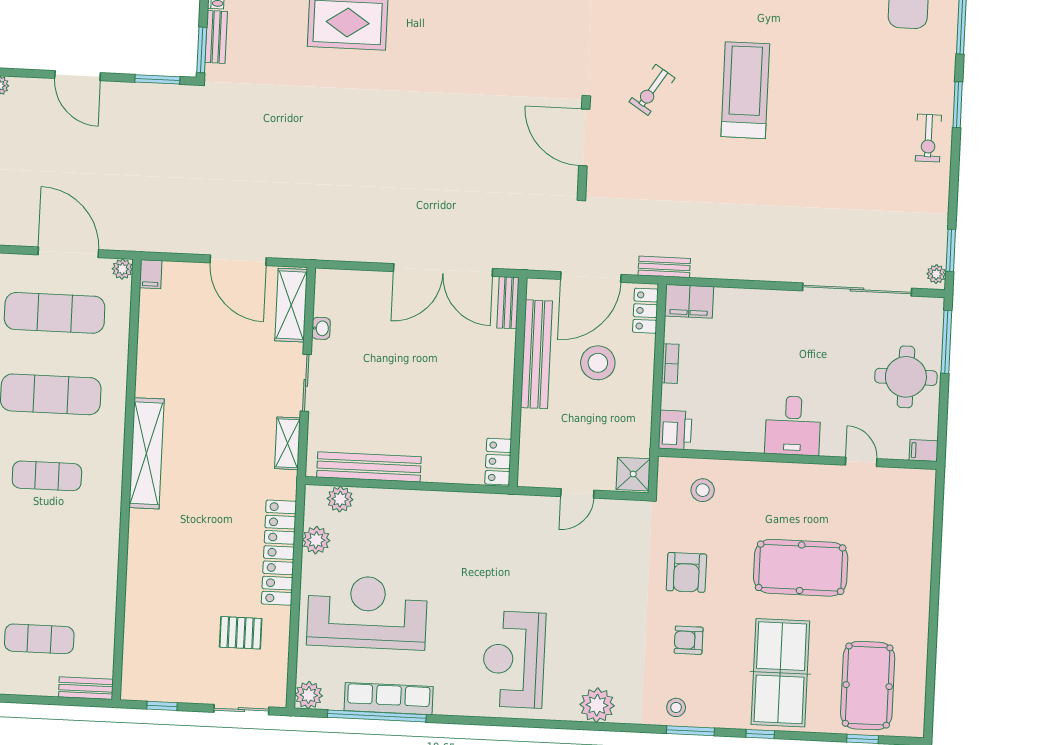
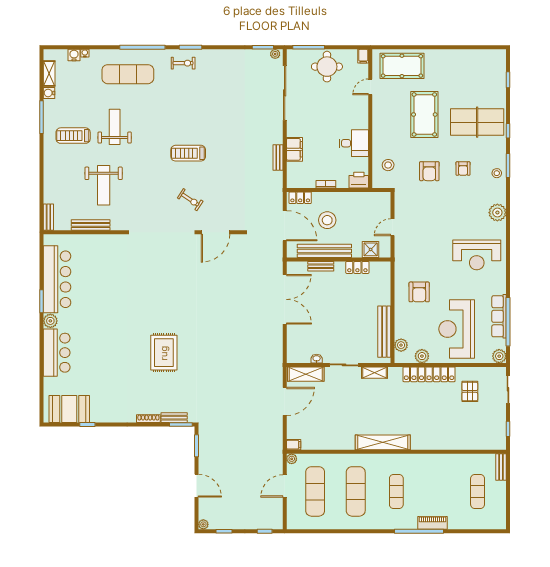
door: (77, 76) -> (197, 486), hinge flipped
treadmill: (745, 90) -> (188, 153), width x0.73, depth x0.73
exercise bike: (928, 138) -> (183, 63), moved
door: (68, 252) -> (285, 486), width x0.73
bench: (664, 267) -> (278, 158), moved
filing cabinet: (689, 301) -> (294, 149), moved
bench: (508, 303) -> (321, 266), moved
desk: (793, 426) -> (354, 143), moved
locker: (498, 462) -> (357, 267), moved
shower: (633, 474) -> (371, 249), moved
door: (577, 493) -> (393, 227), swing flipped
armchair: (445, 541) -> (419, 292), added
armchair: (686, 572) -> (429, 171), turned 90
pool table: (868, 686) -> (402, 66), moved

